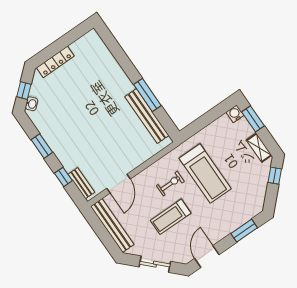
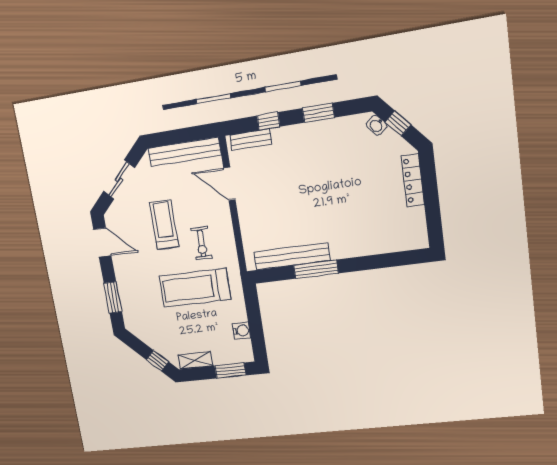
water cooler: (235, 114) -> (241, 331), moved

